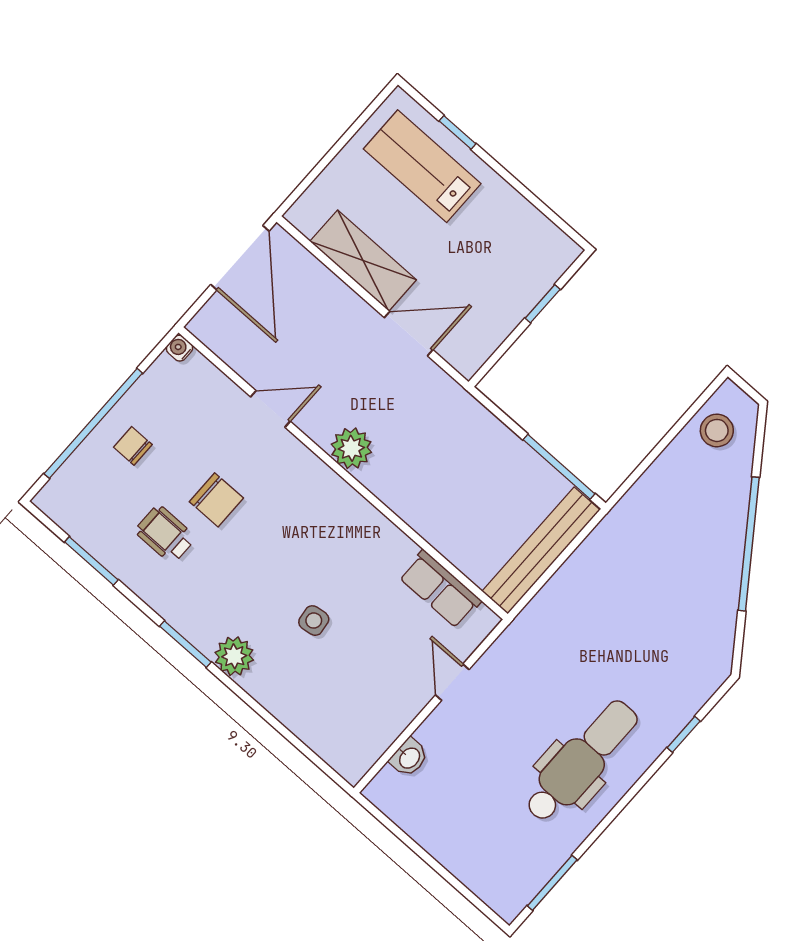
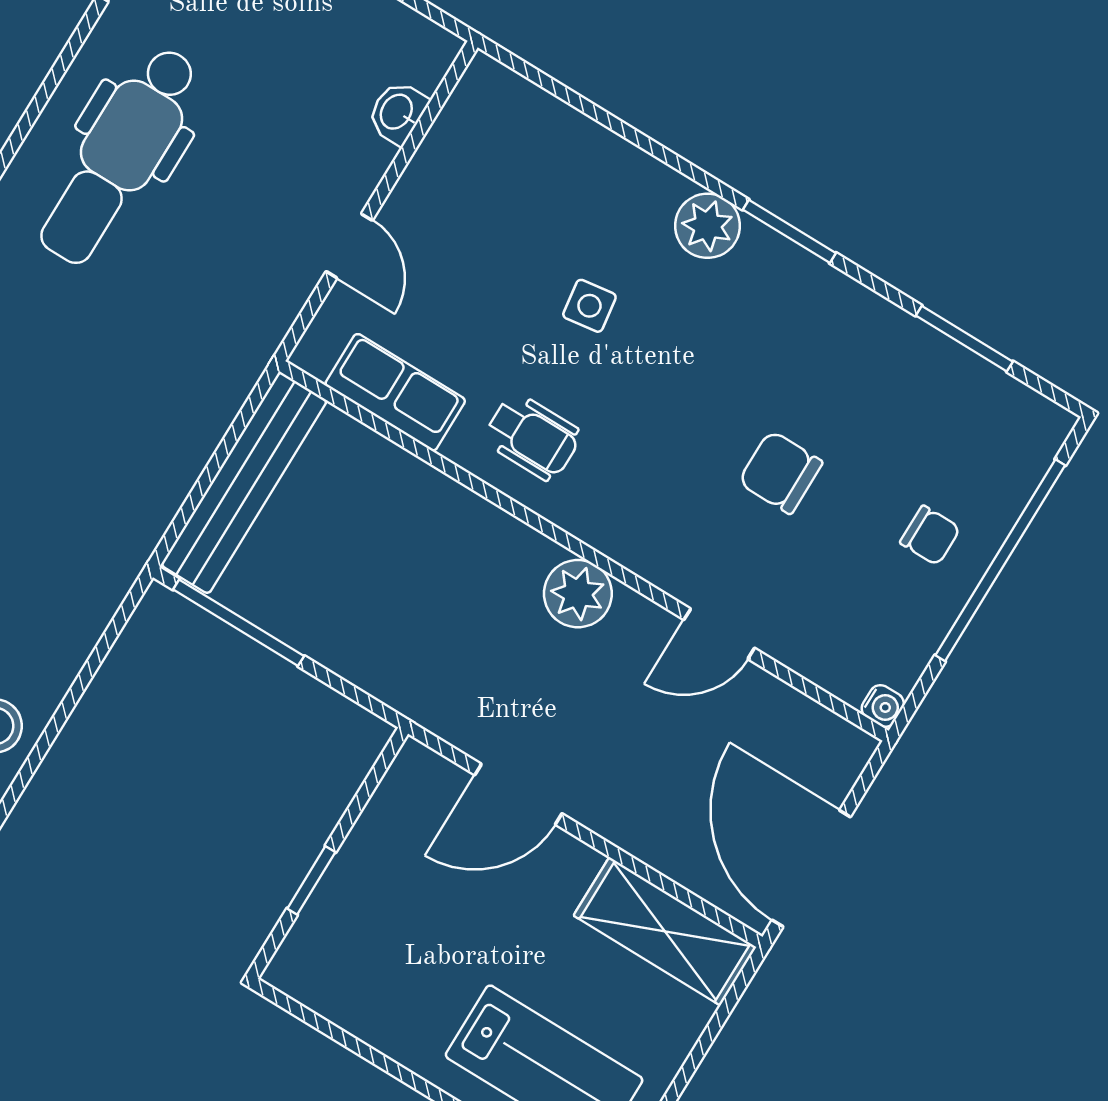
shelving: (363, 261) -> (665, 931), moved
wheelchair: (165, 534) -> (532, 437), moved

